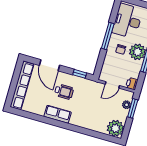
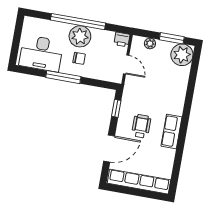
window: (133, 108) -> (172, 38), moved

